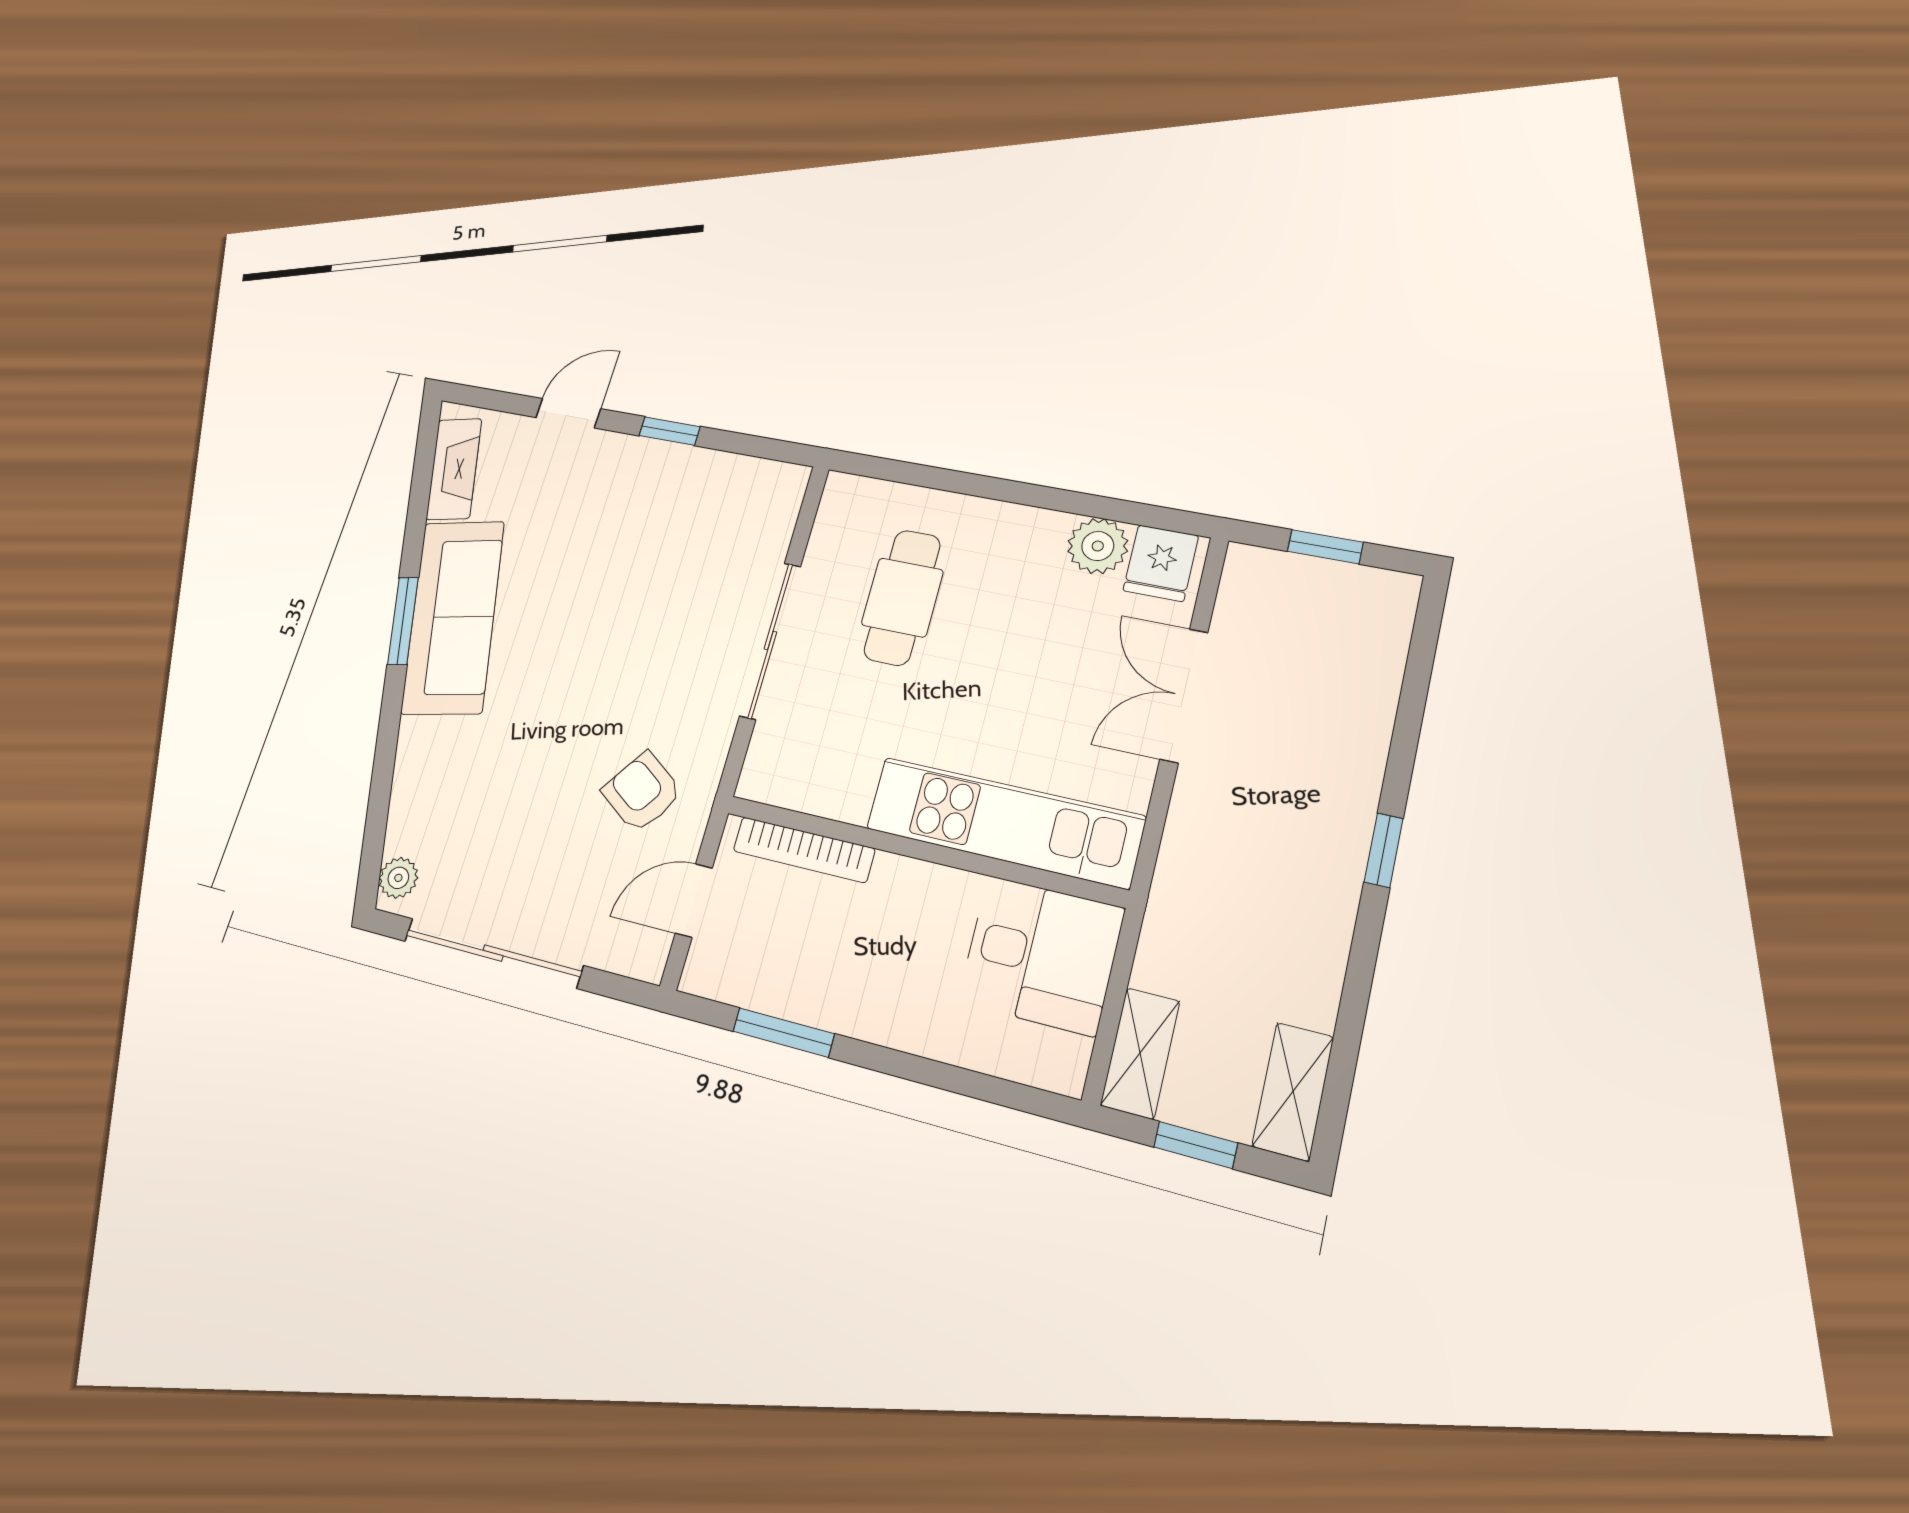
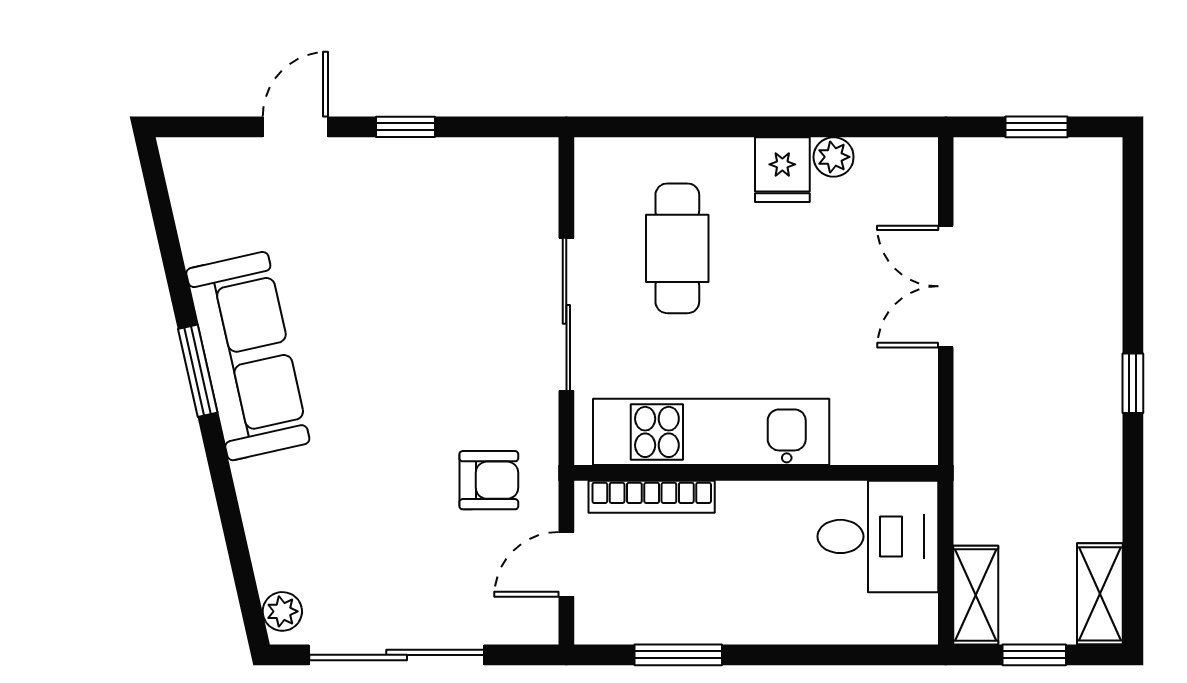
fireplace: (454, 469) -> (195, 207), removed
plant: (1098, 546) -> (834, 157), width x0.73, depth x0.73
fridge: (1161, 563) -> (782, 170), moved
armchair: (642, 792) -> (489, 480), turned 145
kitchen unit: (1005, 822) -> (711, 432), moved

